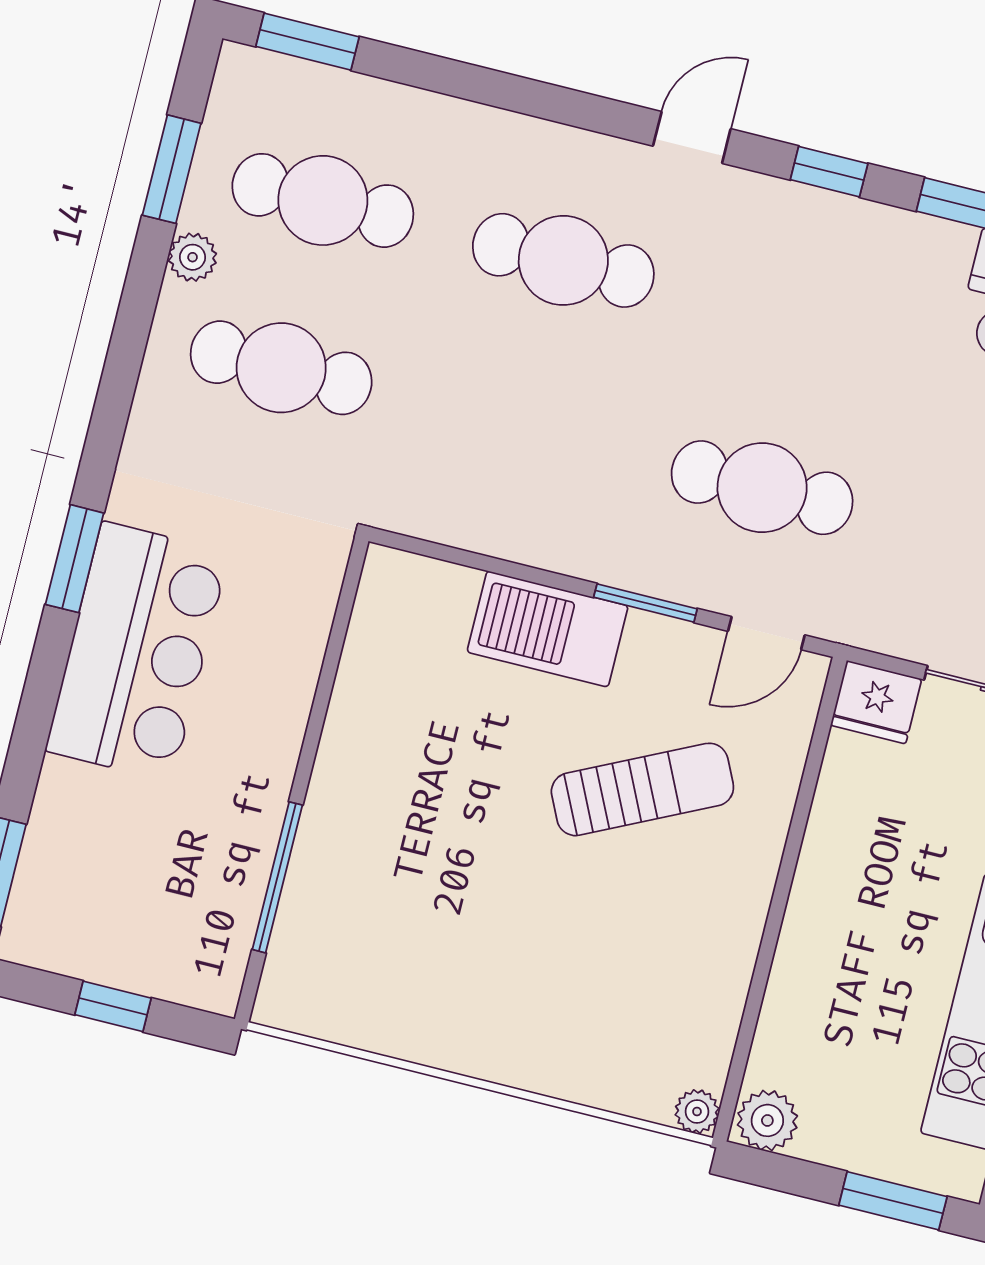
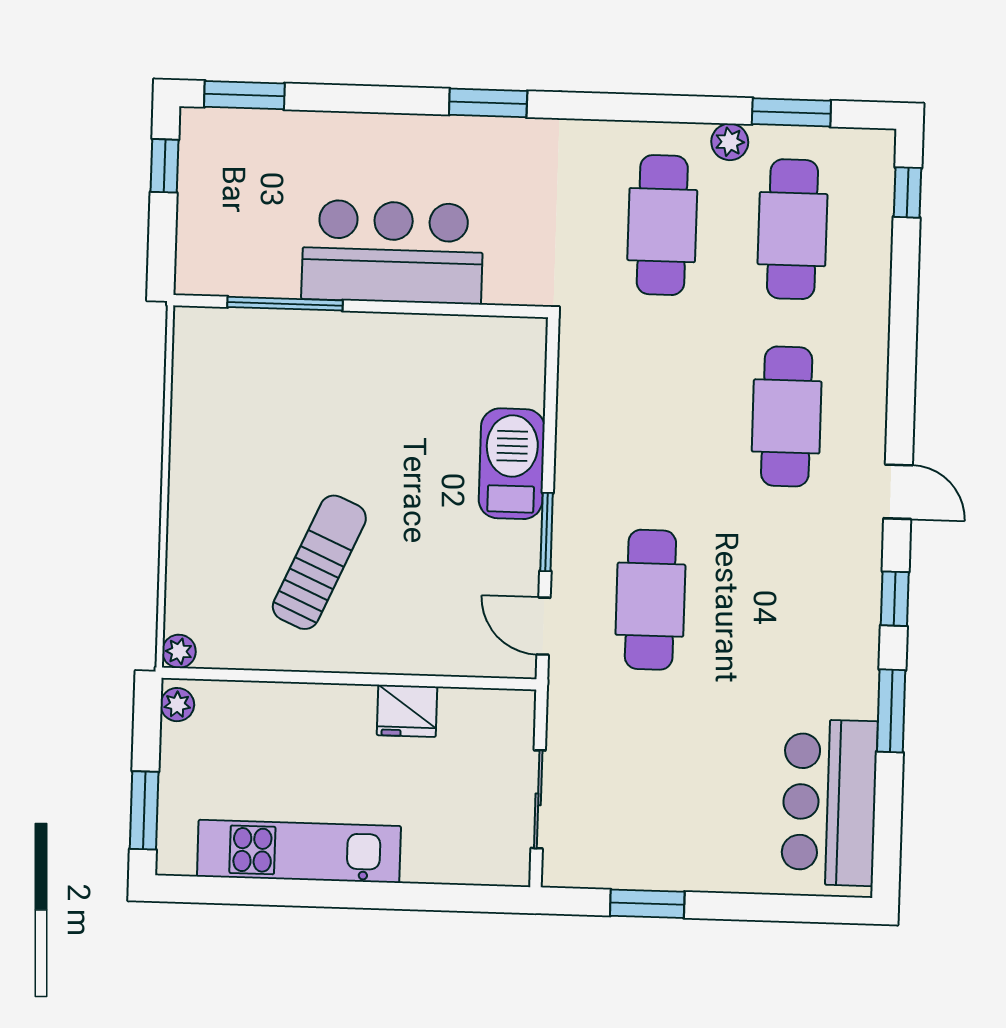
window: (307, 42) -> (907, 192), width x0.67
bar counter: (137, 652) -> (393, 252), moved, turned 180
fridge: (876, 702) -> (407, 711), moved, turned -90
sun lounger: (642, 789) -> (319, 562), moved, turned -130
window: (113, 1006) -> (164, 166), moved
plant: (767, 1120) -> (177, 705), width x0.73, depth x0.73

